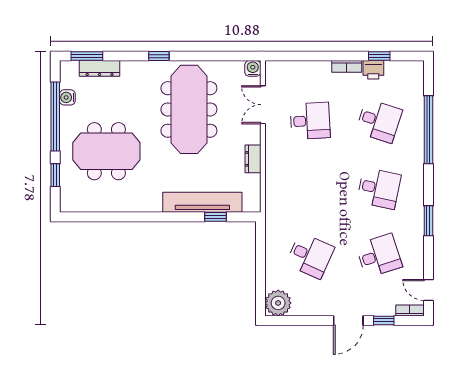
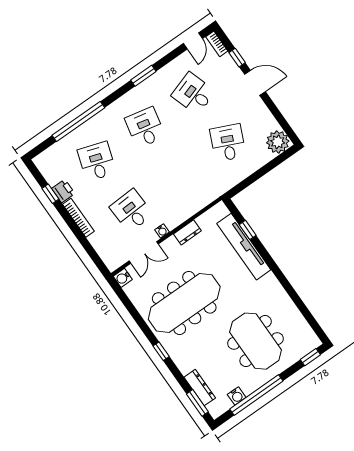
bookcase: (347, 66) -> (78, 218), width x1.56
water cooler: (271, 136) -> (162, 231), added
window: (55, 175) -> (310, 357), moved

